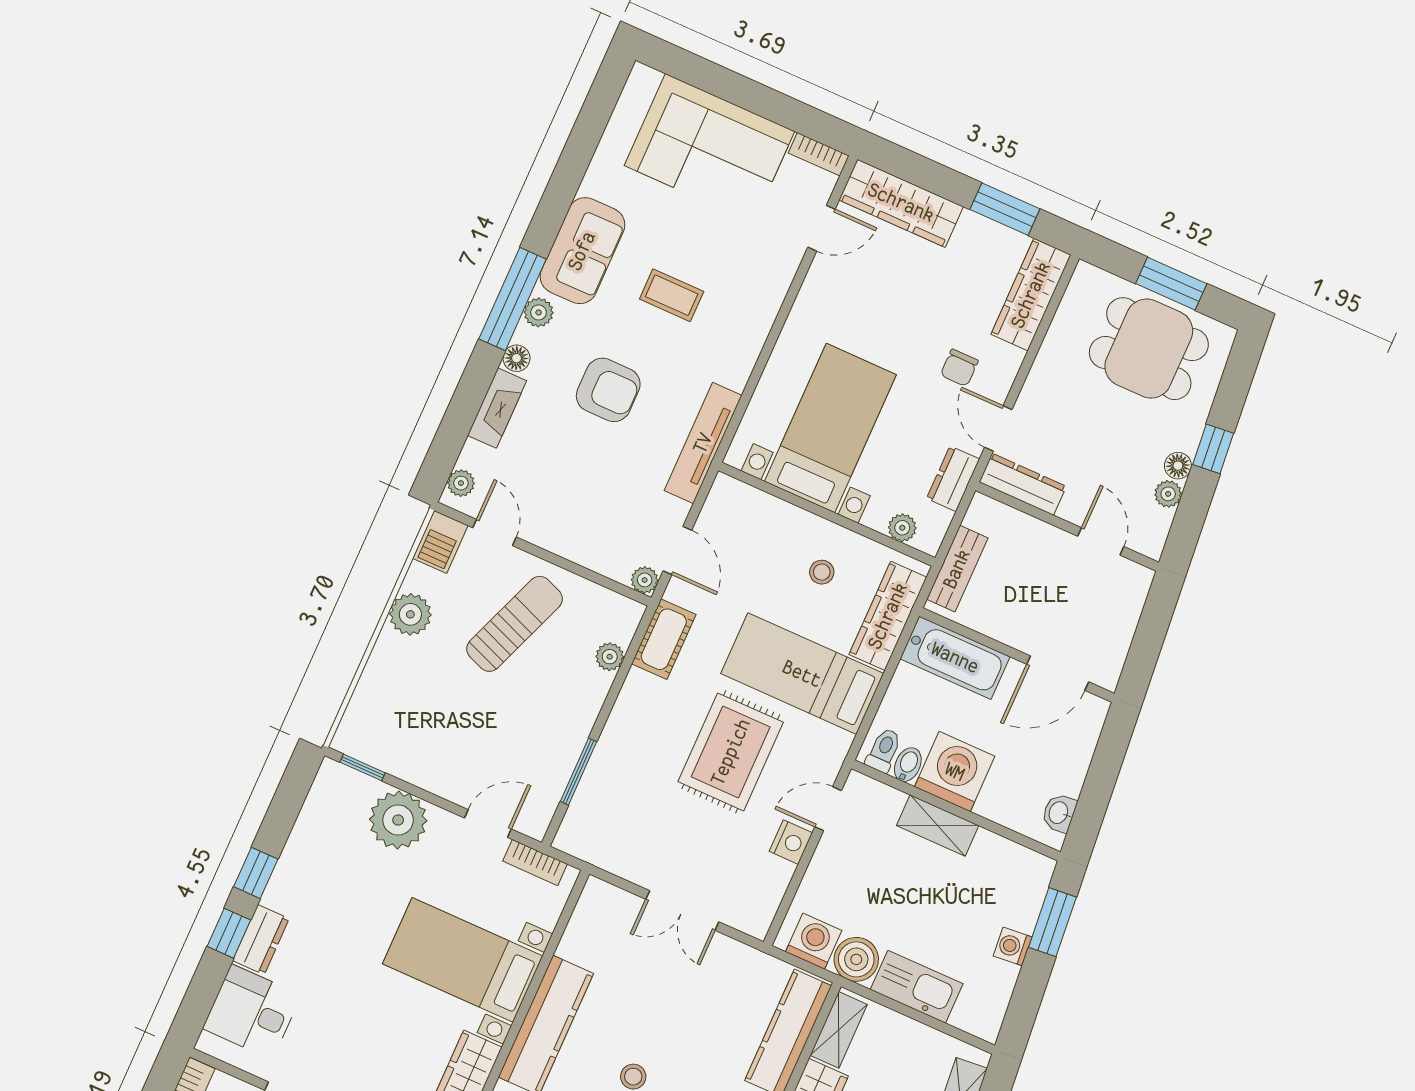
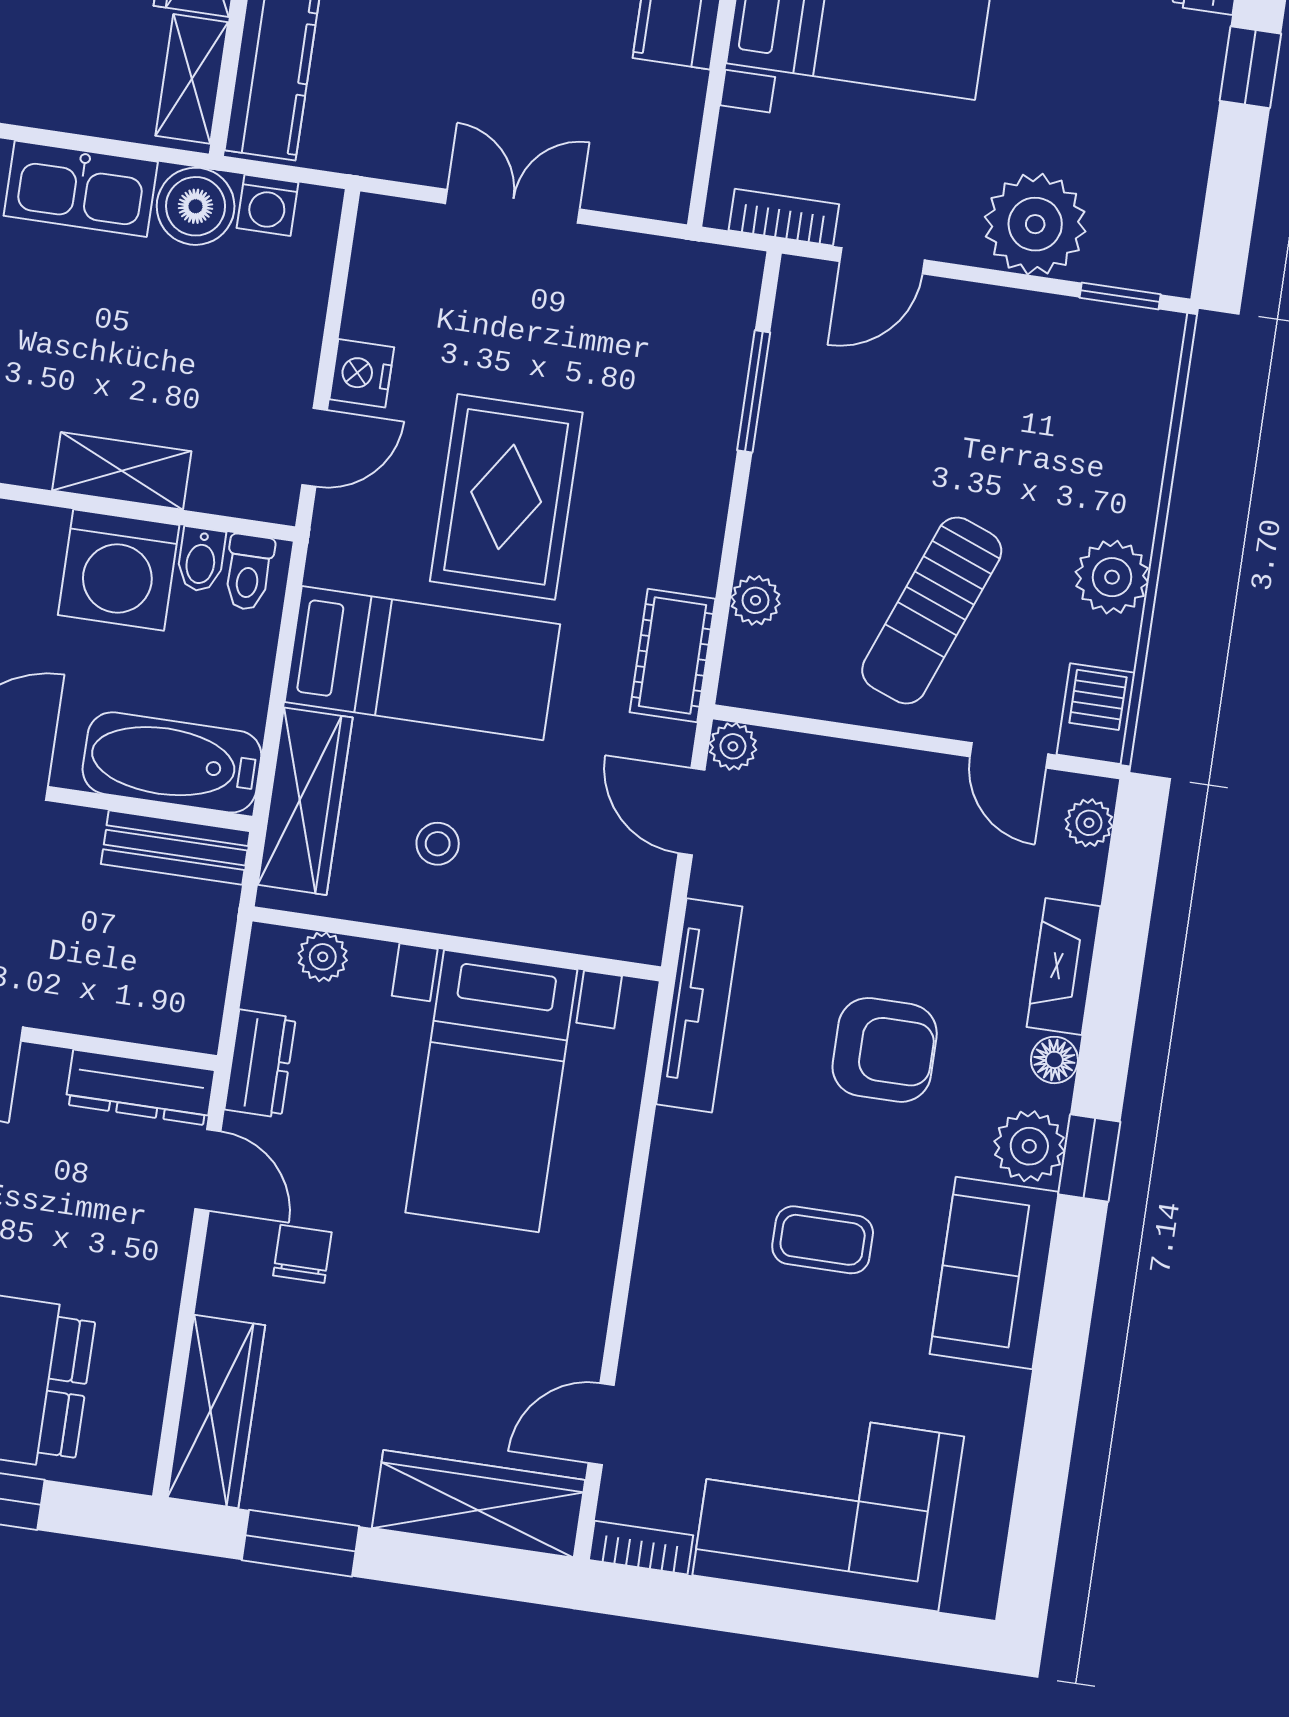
window: (513, 299) -> (1089, 1158), width x0.46
plant: (539, 312) -> (1029, 1146), width x1.38, depth x1.38
armchair: (608, 390) -> (885, 1050), turned 180
bench: (957, 569) -> (176, 848), moved, turned 90
washing machine: (814, 941) -> (267, 205), width x0.73, depth x0.73

